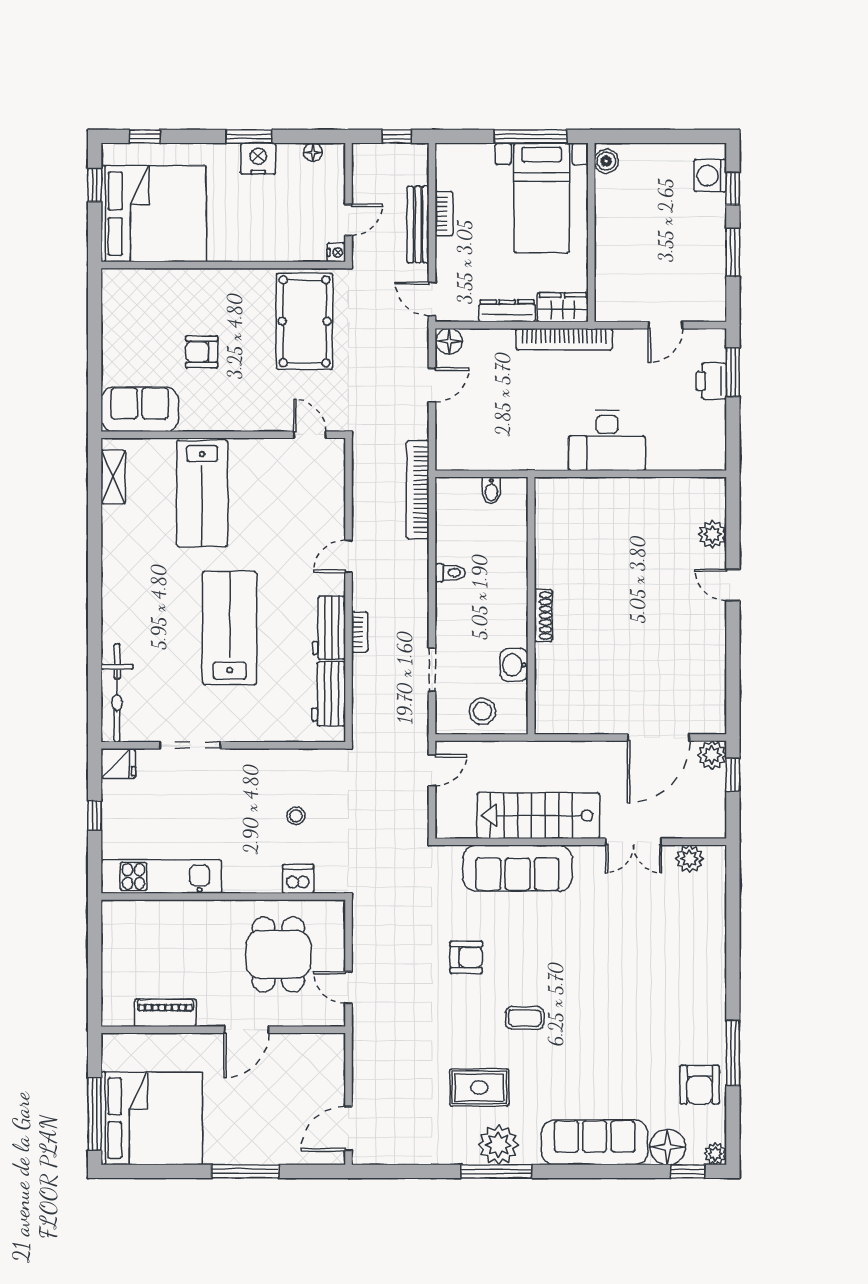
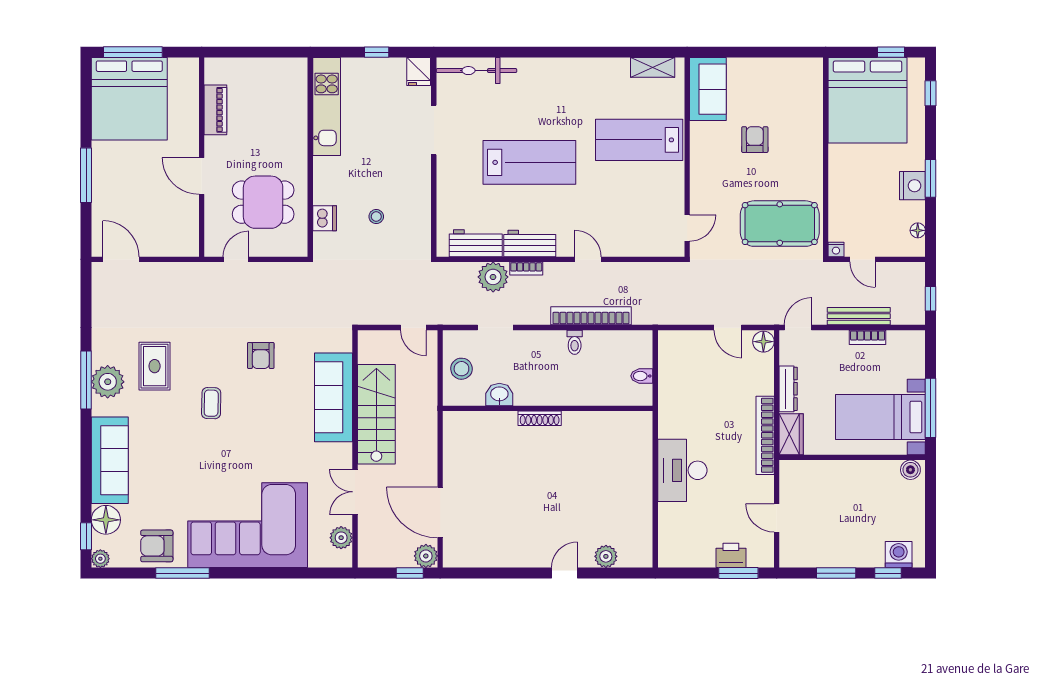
bookcase: (418, 490) -> (591, 316), moved
plant: (370, 673) -> (493, 277), added
corner sofa: (674, 973) -> (248, 525), added

